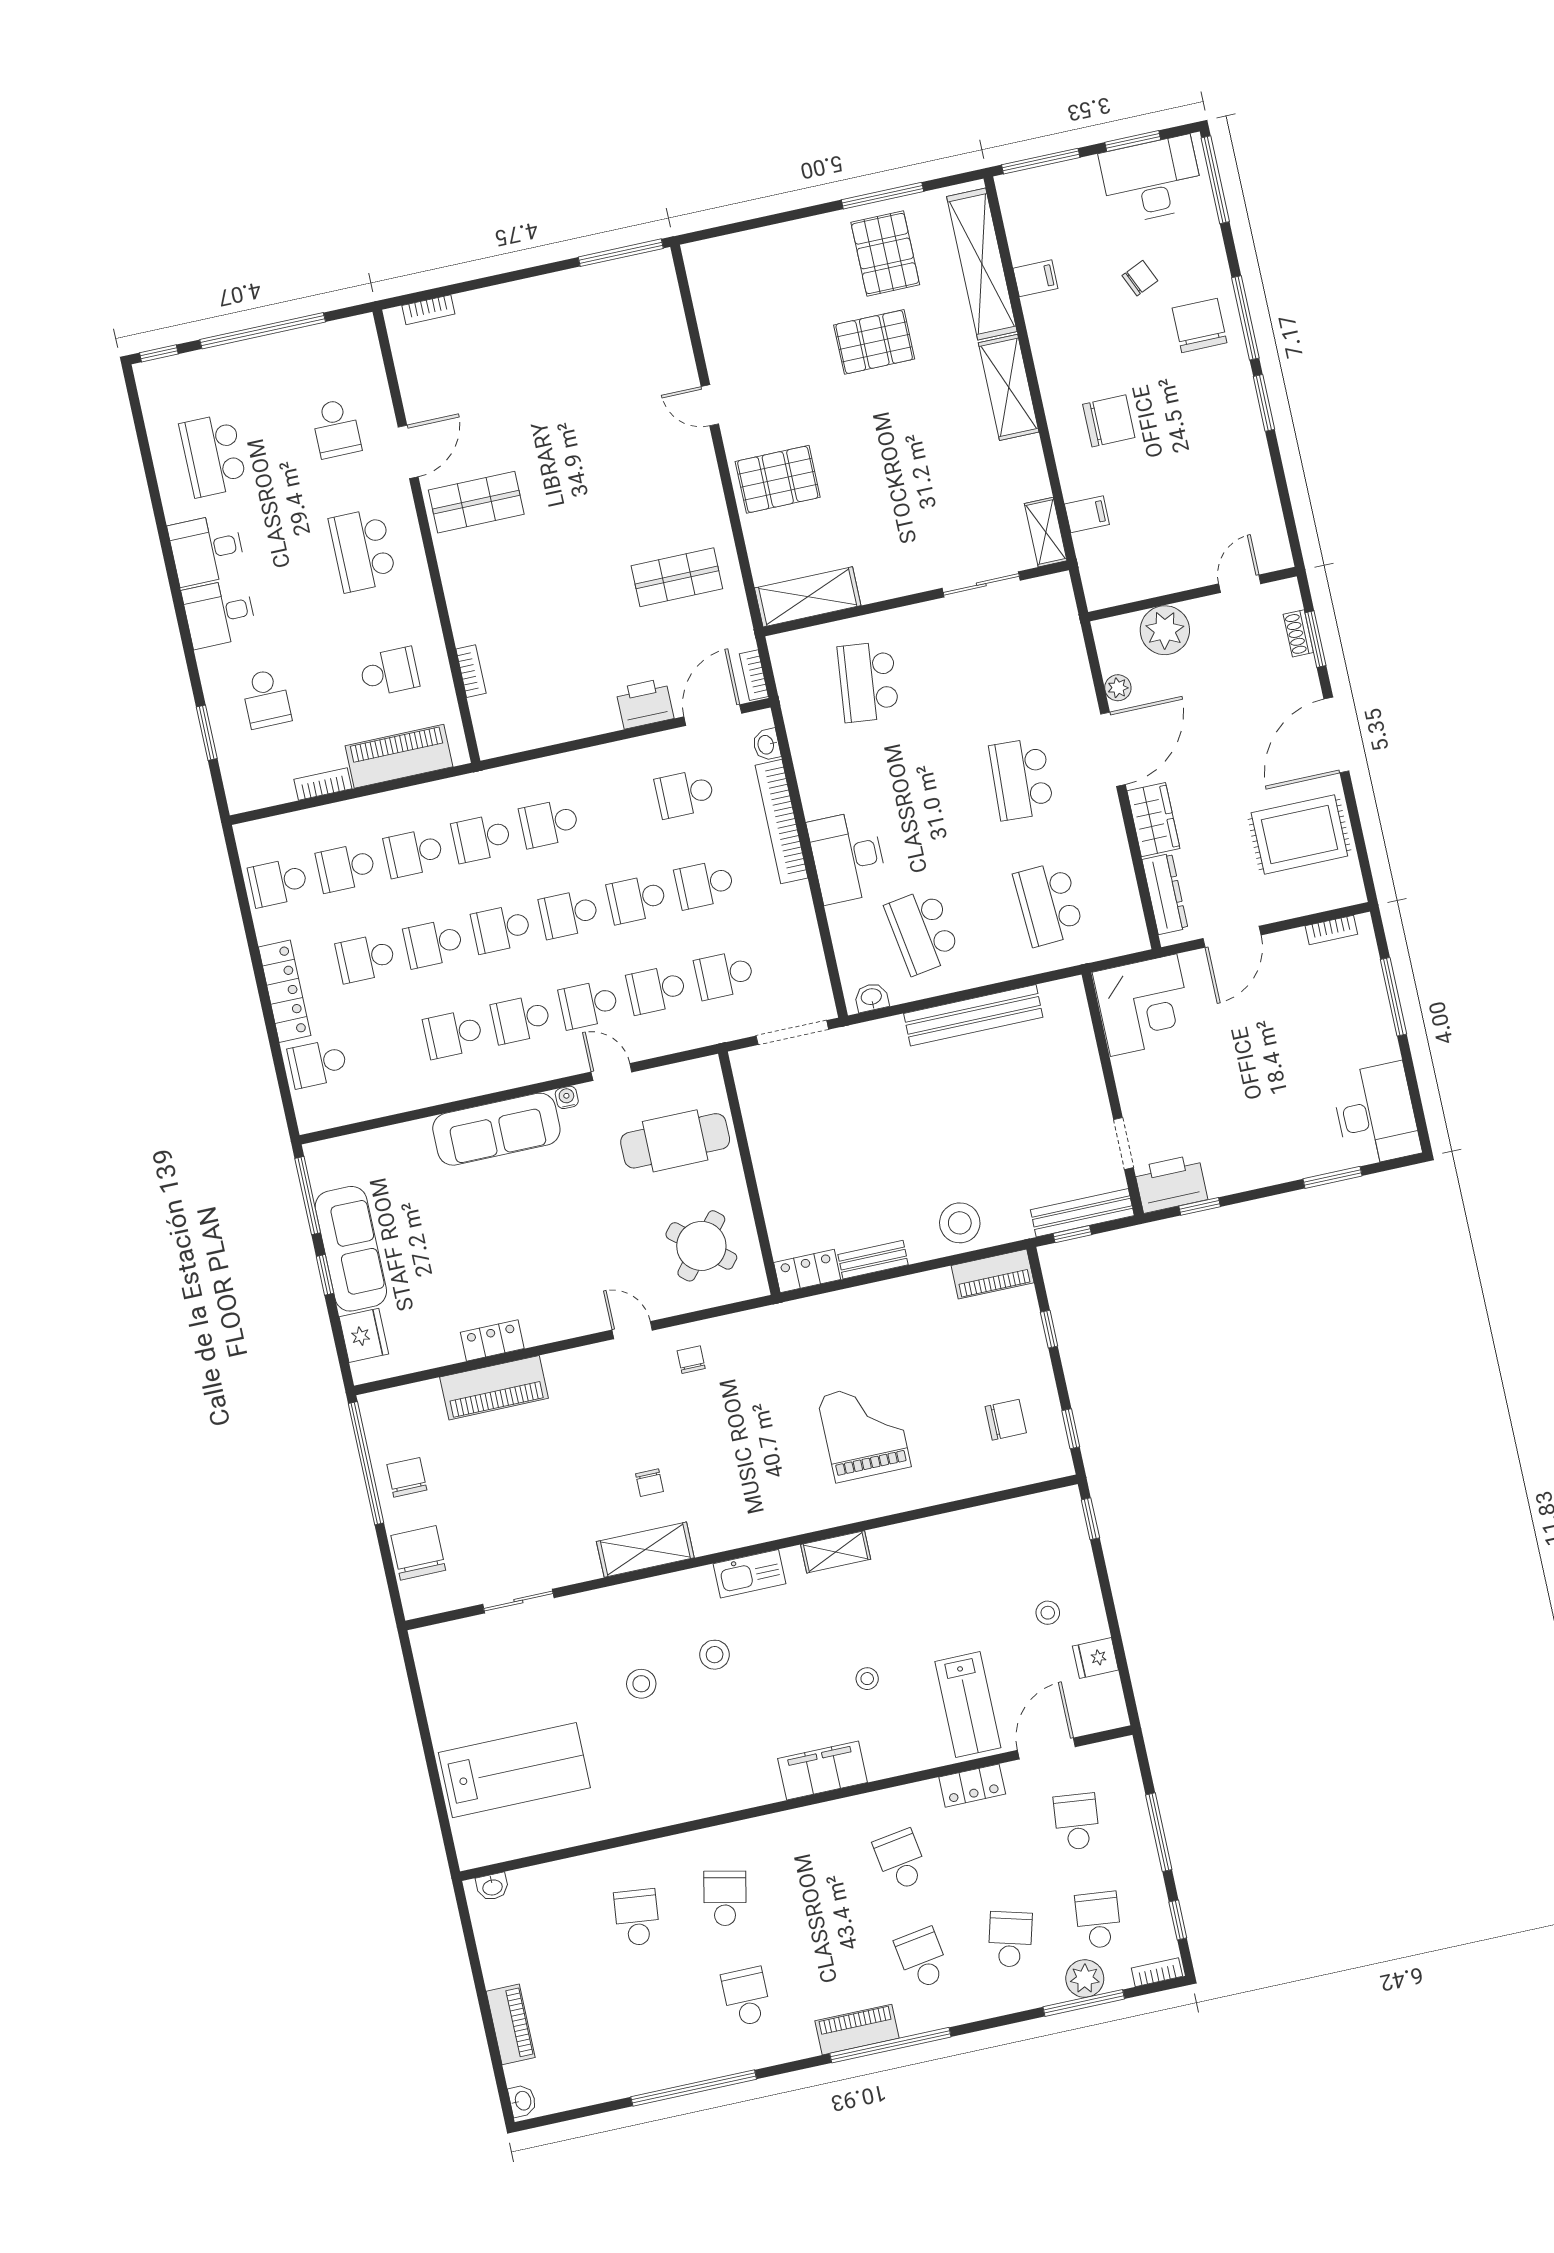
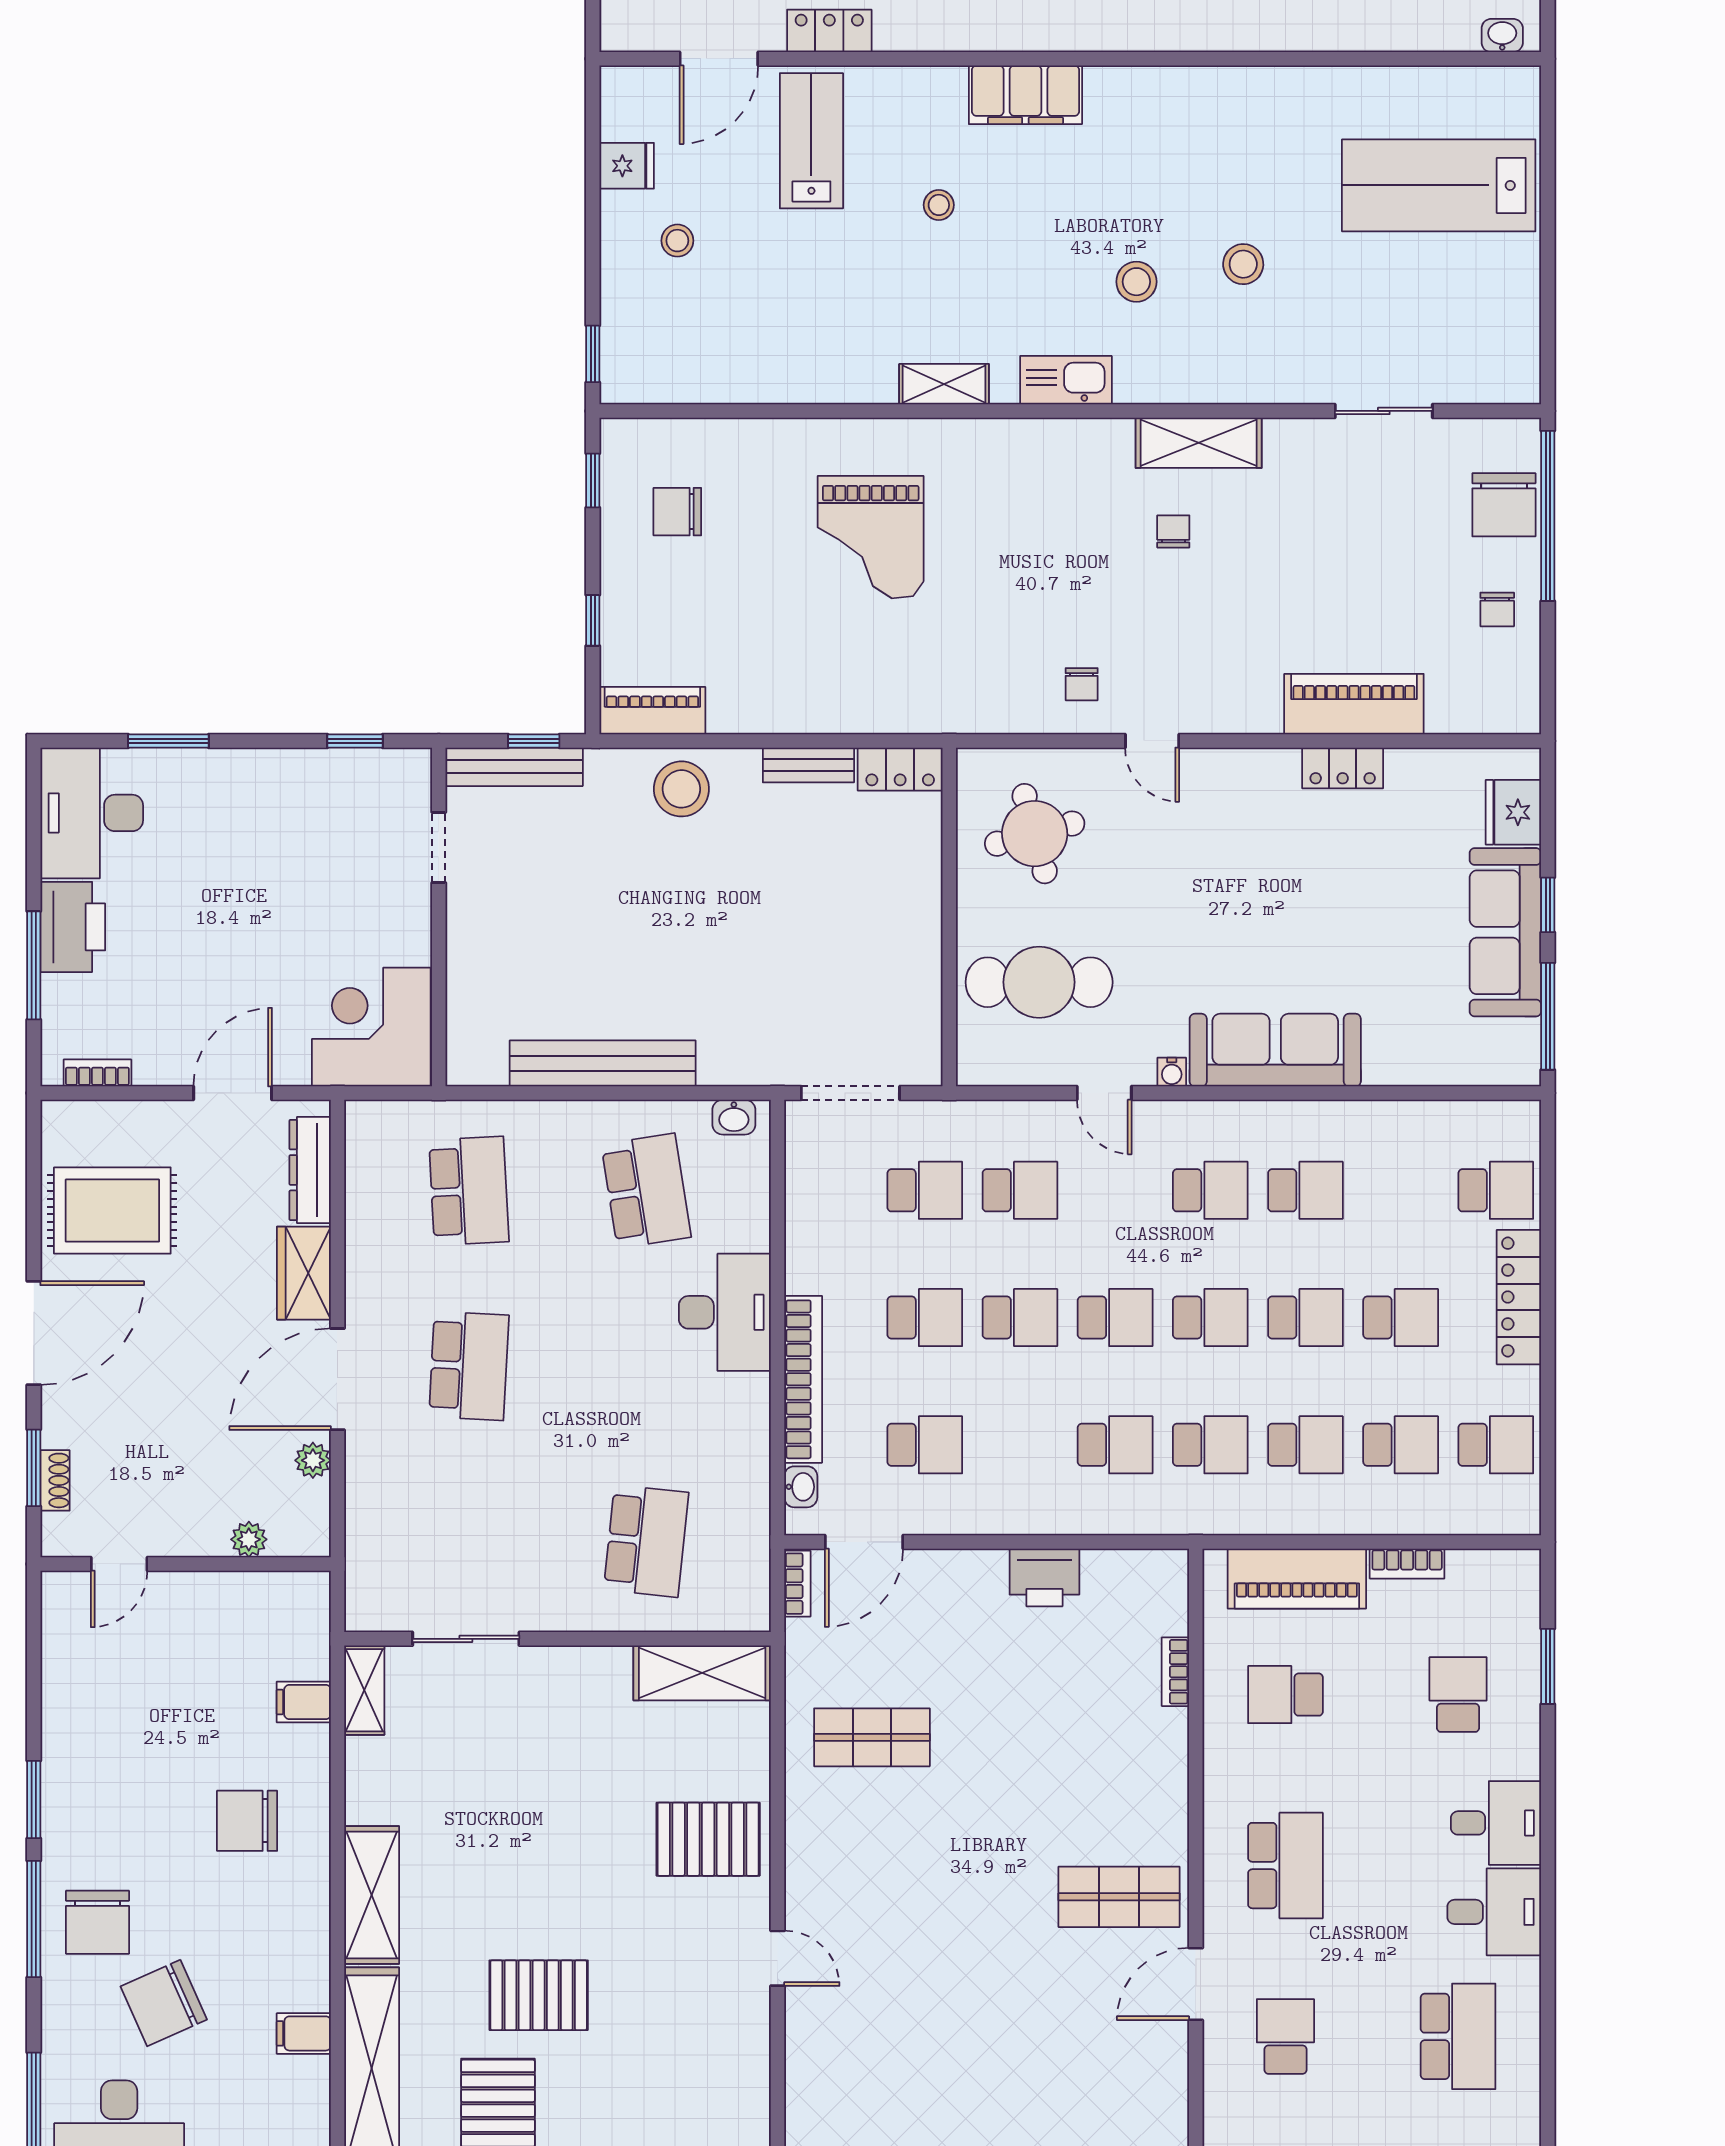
chair: (1140, 278) -> (164, 2003), width x1.87, depth x1.87
plant: (1165, 630) -> (249, 1539), width x0.53, depth x0.53
printer: (645, 704) -> (1044, 1577), moved
school desk: (589, 1004) -> (1115, 1190), removed
printer: (1171, 1184) -> (73, 927), moved, turned -90
round table: (701, 1246) -> (1035, 834), turned 35
window: (366, 1463) -> (1548, 516), moved
chair: (407, 1477) -> (1497, 609), width x0.73, depth x0.73

